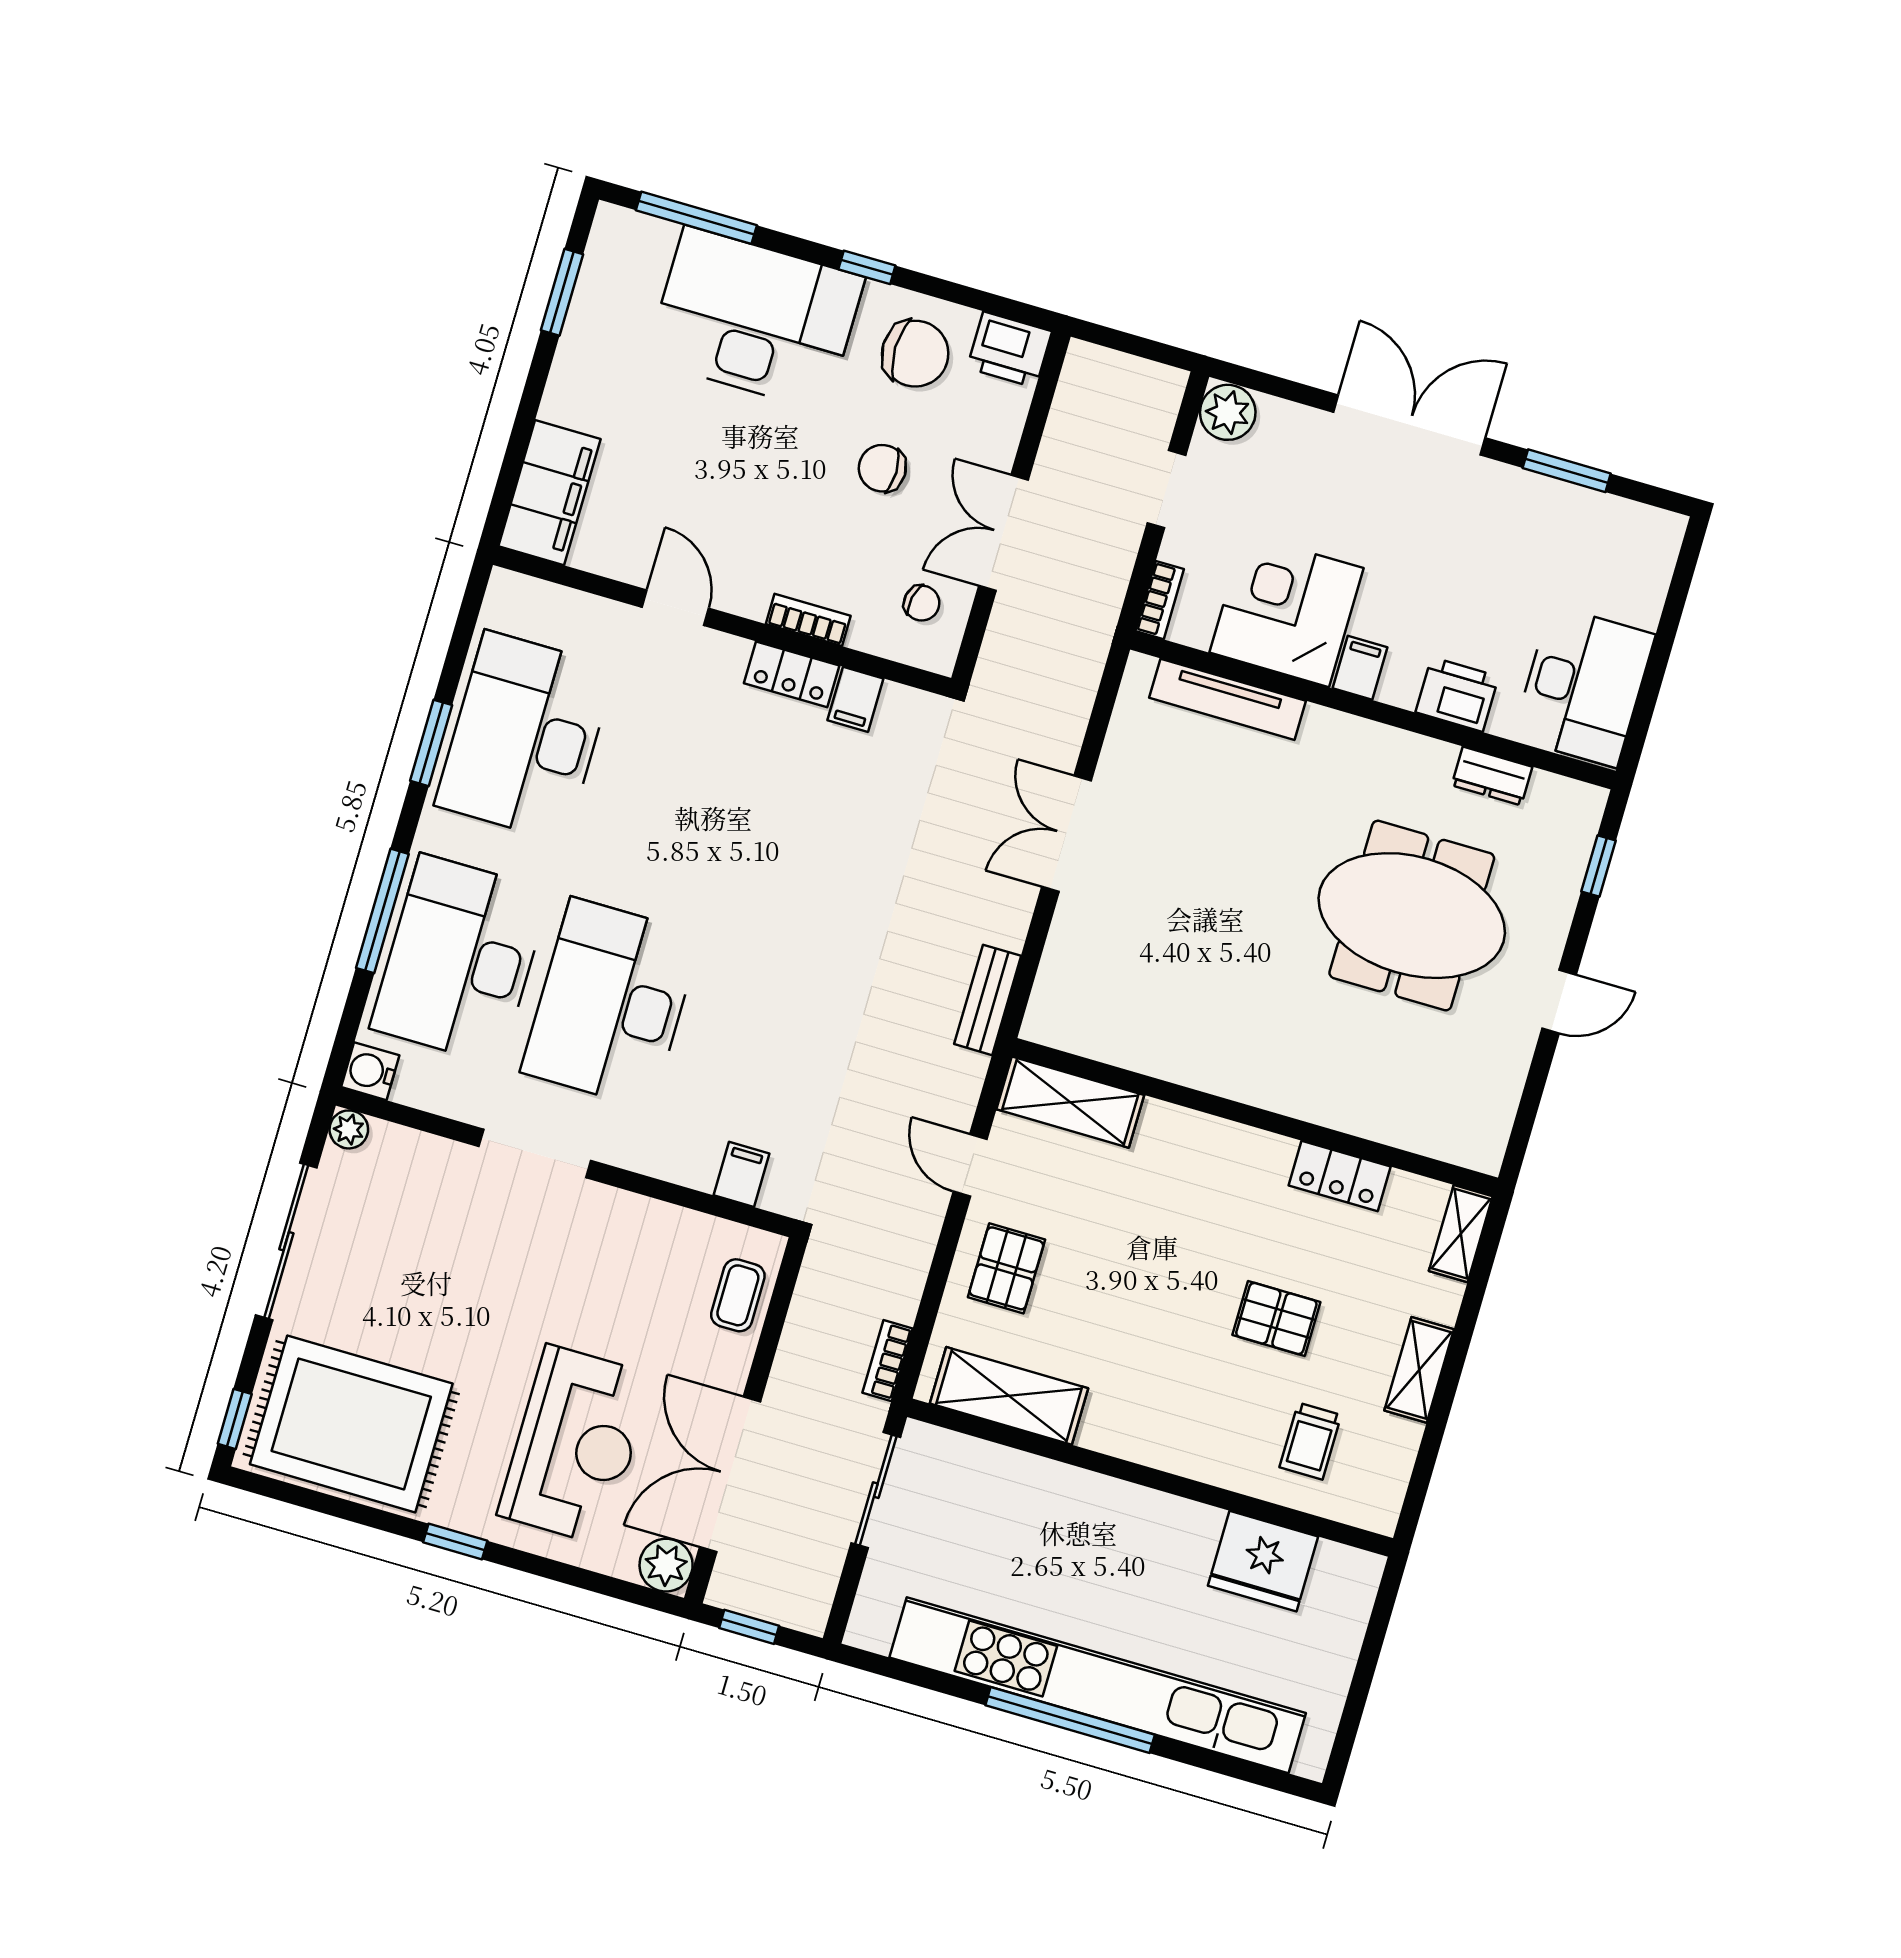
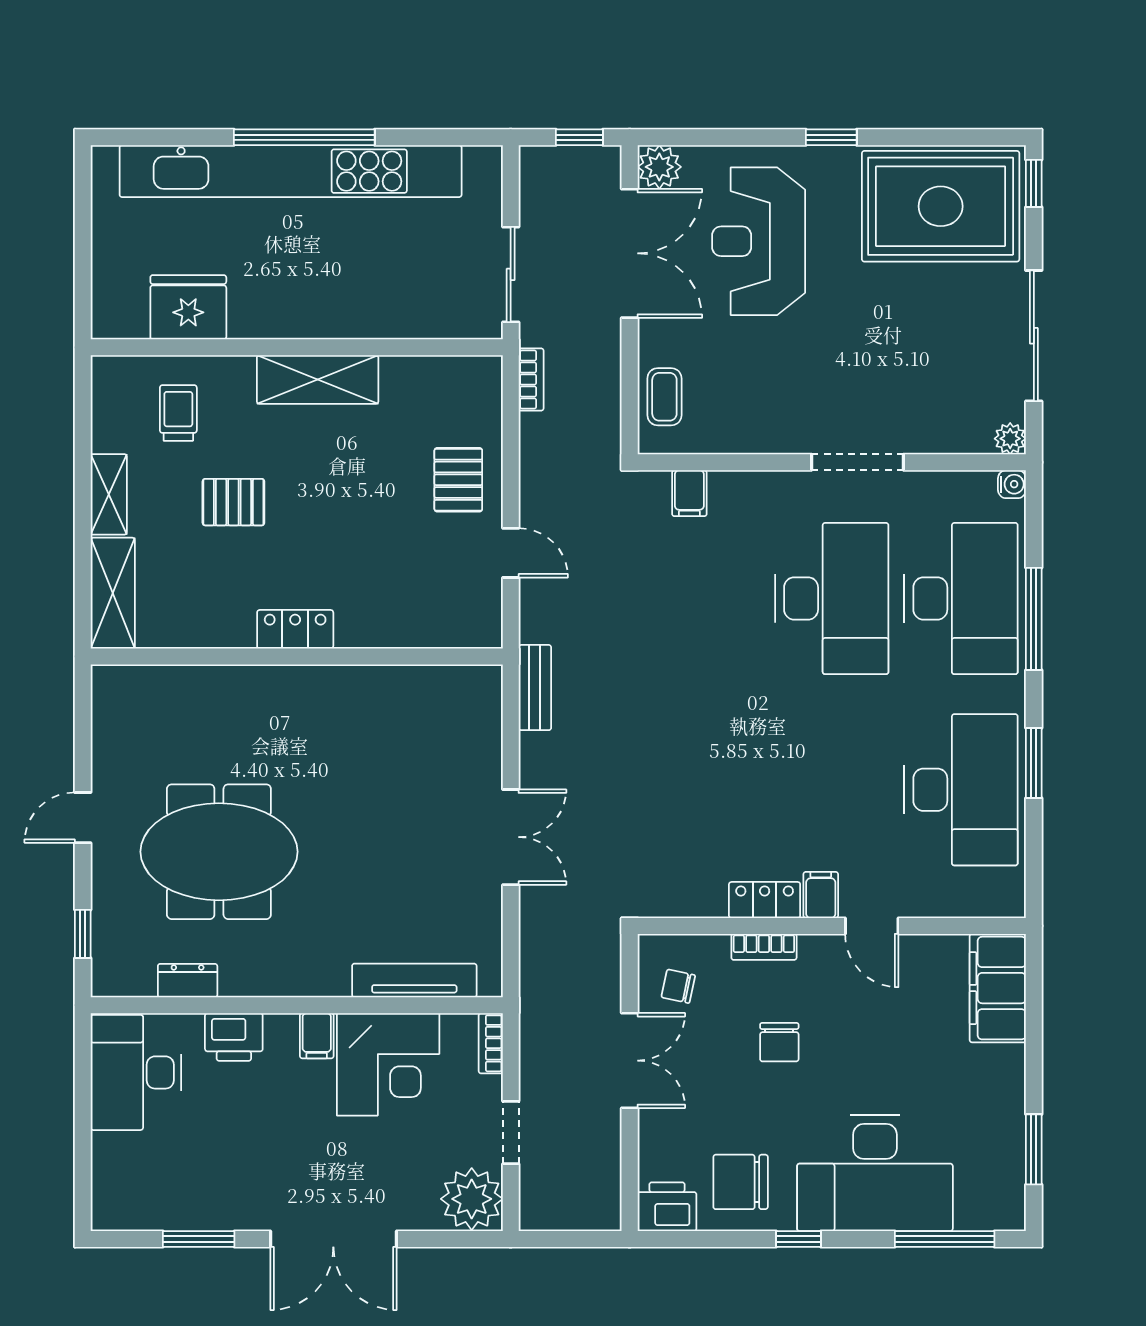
plant: (1228, 412) -> (472, 1199), width x1.36, depth x1.36
chair: (882, 468) -> (779, 1042), moved, turned 90
filing cabinet: (855, 699) -> (821, 895), moved
water cooler: (370, 1071) -> (1012, 484), width x0.72, depth x0.72
shelving: (1070, 1102) -> (446, 626), removed
locker: (1340, 1176) -> (295, 629), moved
shelving: (1461, 1234) -> (113, 593), width x1.50, depth x1.33
shelving: (1009, 1396) -> (318, 380), moved

